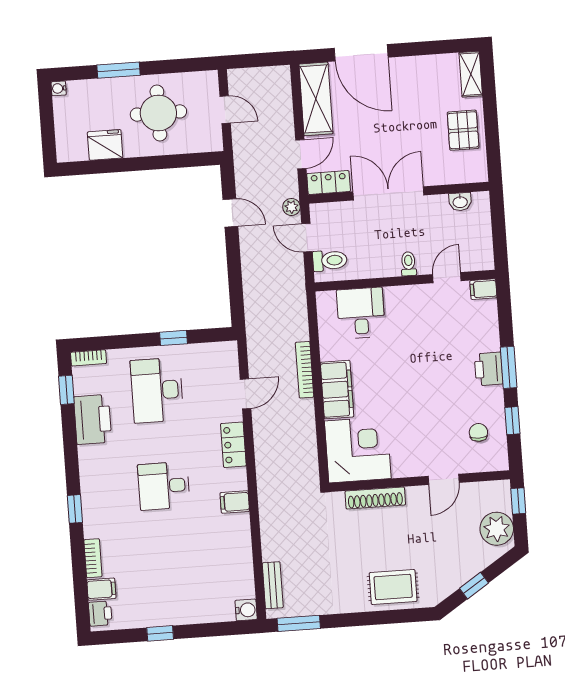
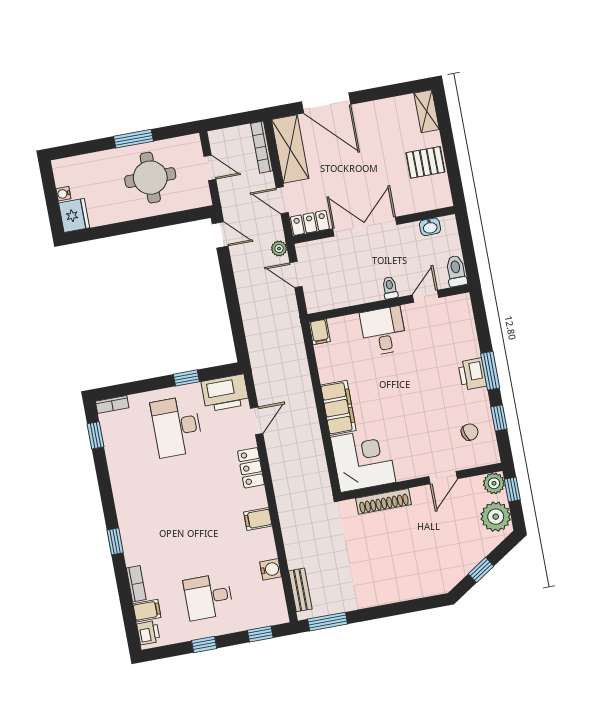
window: (118, 70) -> (134, 139), moved
water cooler: (59, 88) -> (63, 194), moved
pallet: (463, 130) -> (425, 162), turned 90
fridge: (105, 145) -> (74, 215), moved, turned 90
door: (301, 154) -> (282, 200), swing flipped
door: (230, 213) -> (220, 235), moved
toilet: (330, 260) -> (456, 271), moved, turned -90
filing cabinet: (483, 289) -> (320, 332), moved, turned -90
desk: (361, 313) -> (383, 331), moved
bookcase: (305, 370) -> (262, 147), moved
printer: (93, 419) -> (225, 393), moved, turned 90
chair: (478, 432) -> (470, 432), turned 72
desk: (164, 486) -> (208, 597), moved
plant: (499, 492) -> (494, 483), added
rug: (393, 587) -> (409, 579), removed
water cooler: (246, 610) -> (271, 569), moved
window: (223, 629) -> (260, 634), added

